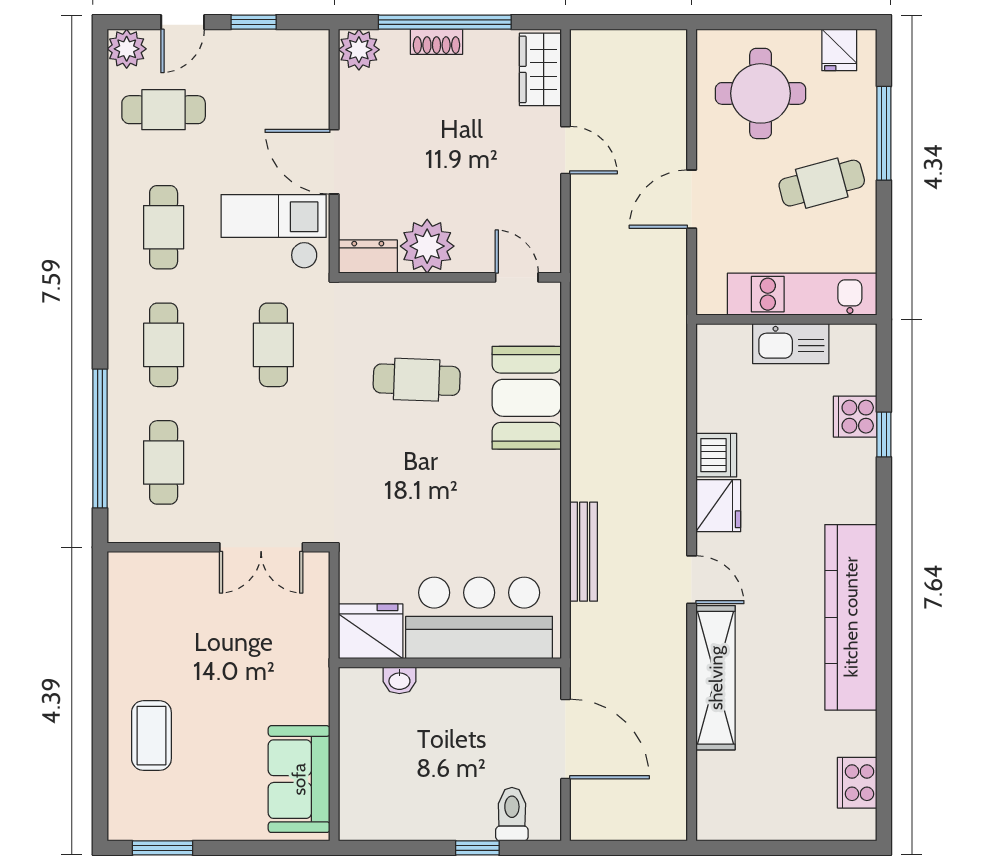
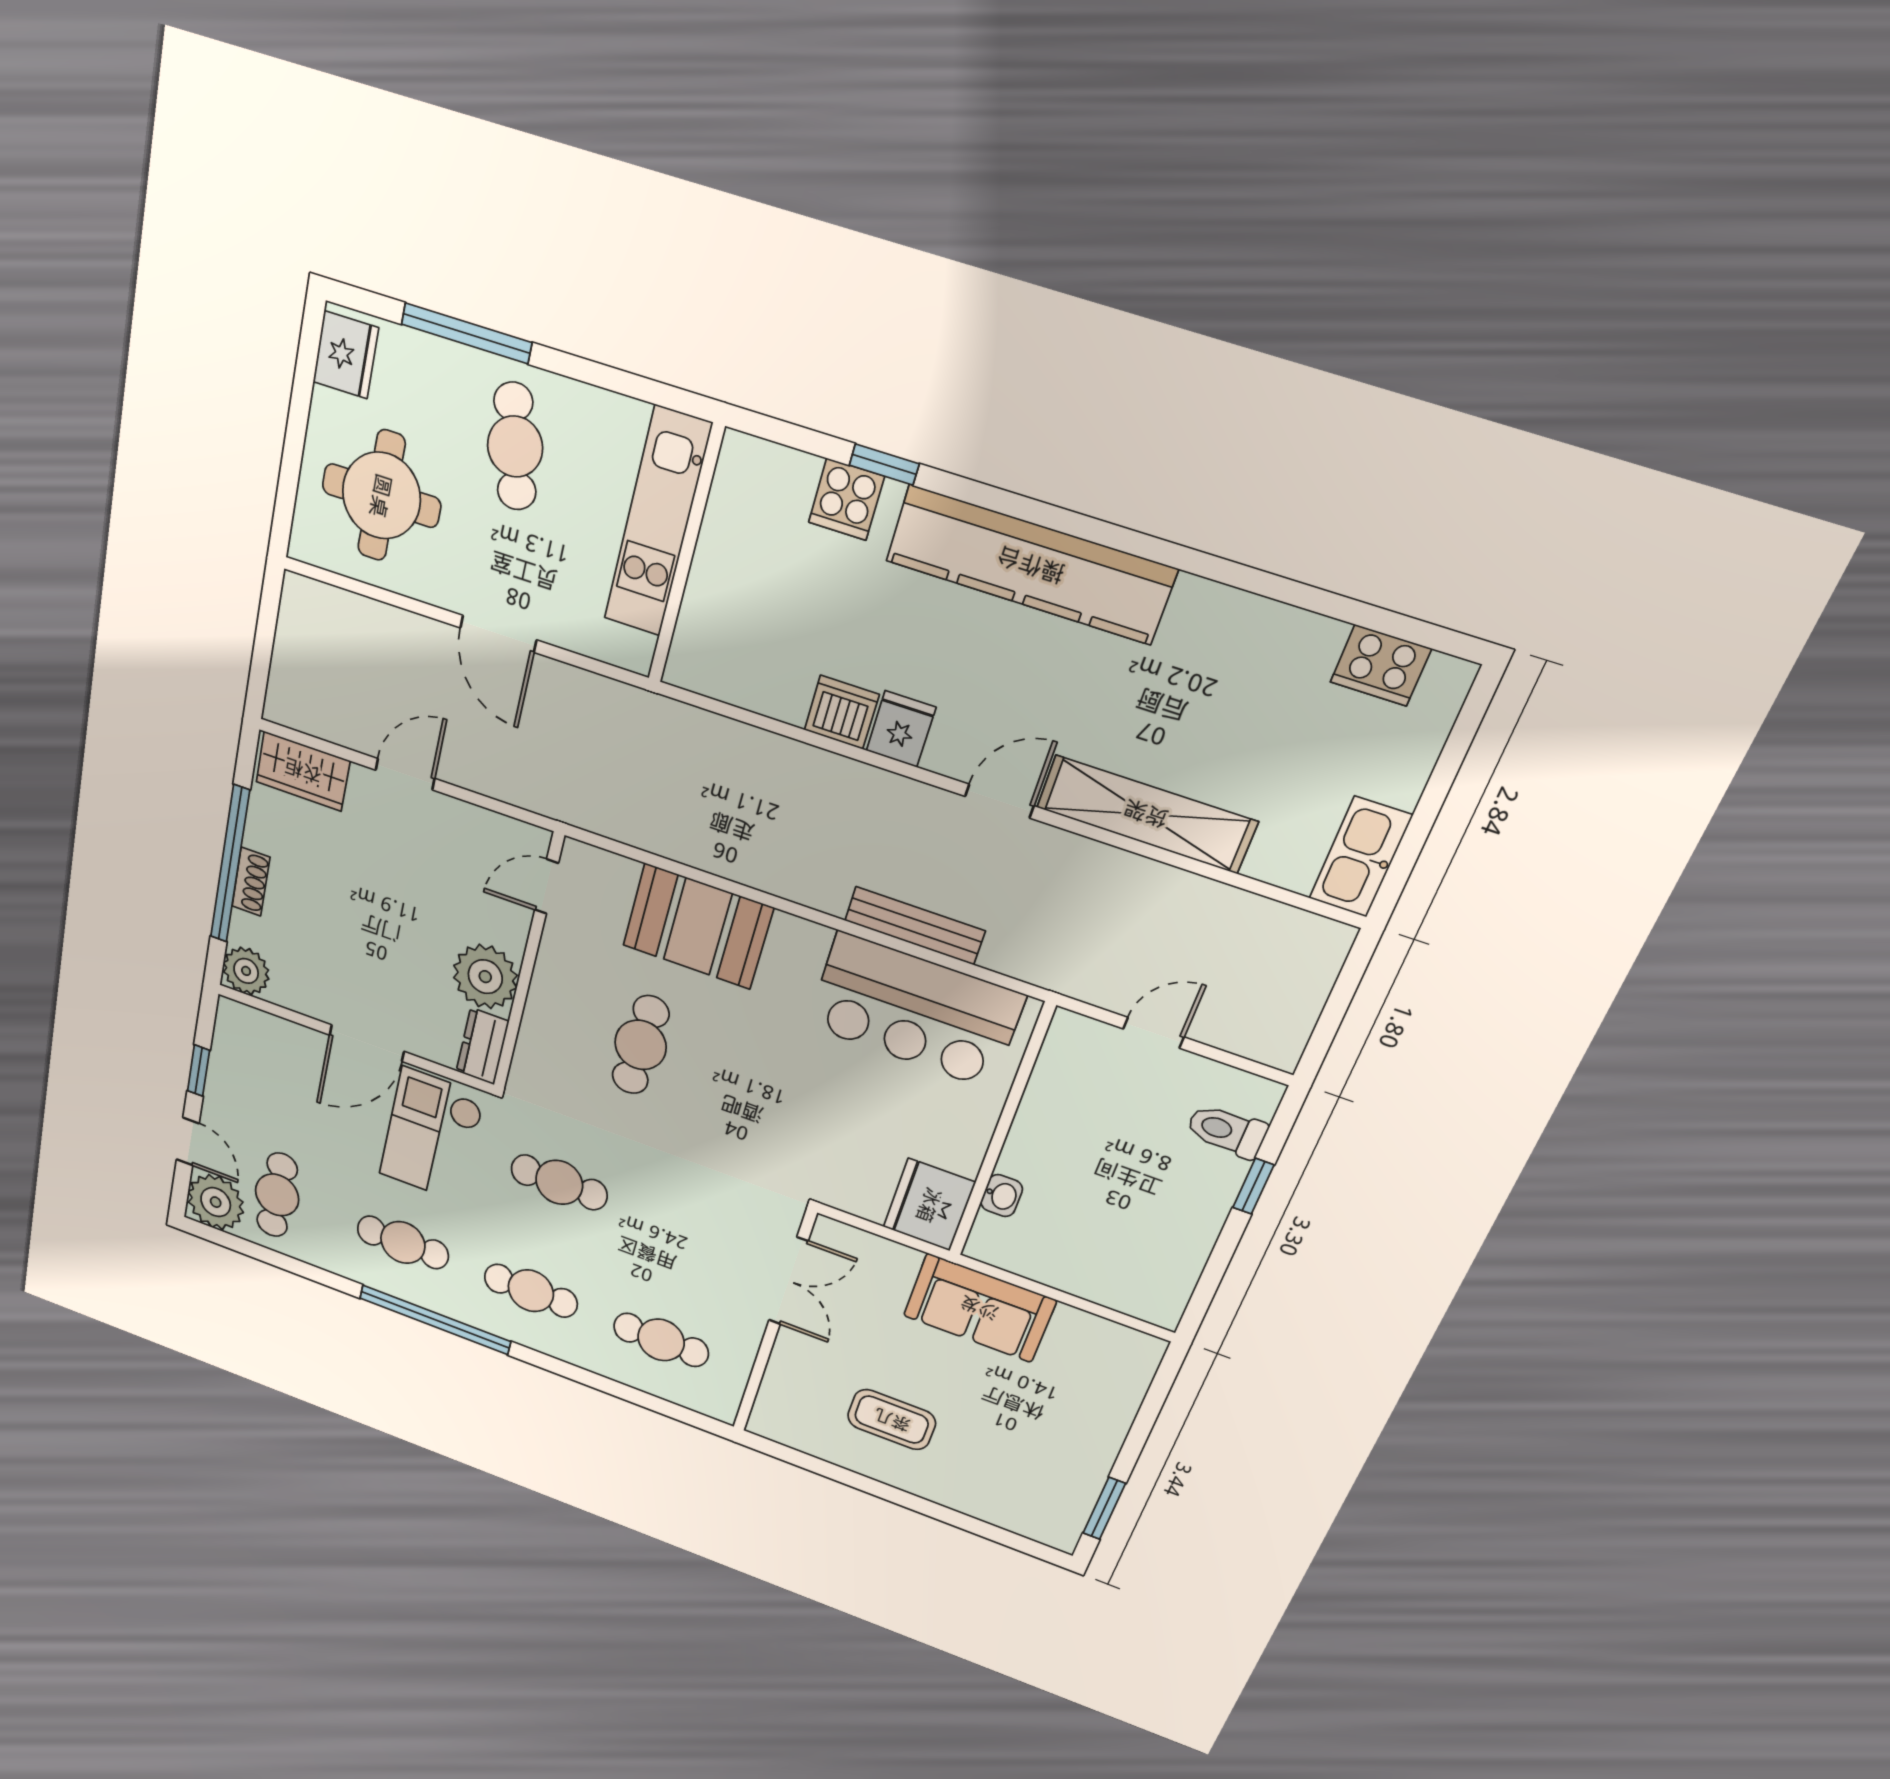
plant: (127, 49) -> (216, 1202), width x1.36, depth x1.36
fridge: (839, 50) -> (346, 355), width x1.38
kitchen sink: (791, 344) -> (1360, 857), moved, turned 180
window: (100, 438) -> (435, 1320), moved
fridge: (718, 506) -> (901, 729), width x0.72
kitchen counter: (851, 617) -> (1030, 565), moved
bar counter: (479, 618) -> (915, 1011), moved, turned -90
coffee table: (151, 736) -> (892, 1420), moved
door: (565, 739) -> (1154, 1033), width x0.53
sofa: (299, 779) -> (979, 1308), moved

